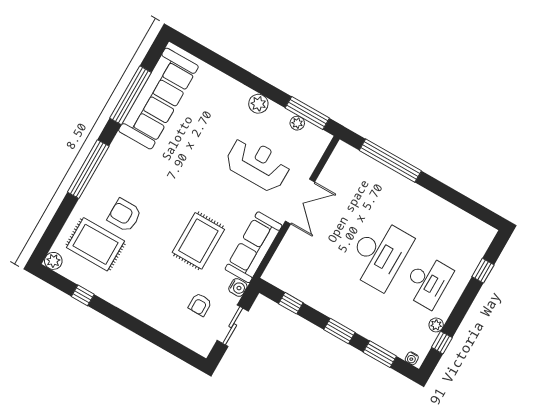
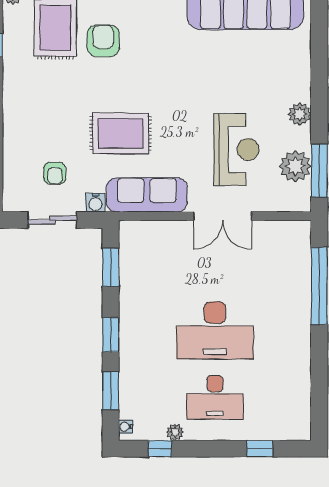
plant: (297, 123) -> (295, 166), width x1.87, depth x1.87
window: (291, 303) -> (111, 267), width x1.50
armchair: (200, 305) -> (55, 173), turned -90

